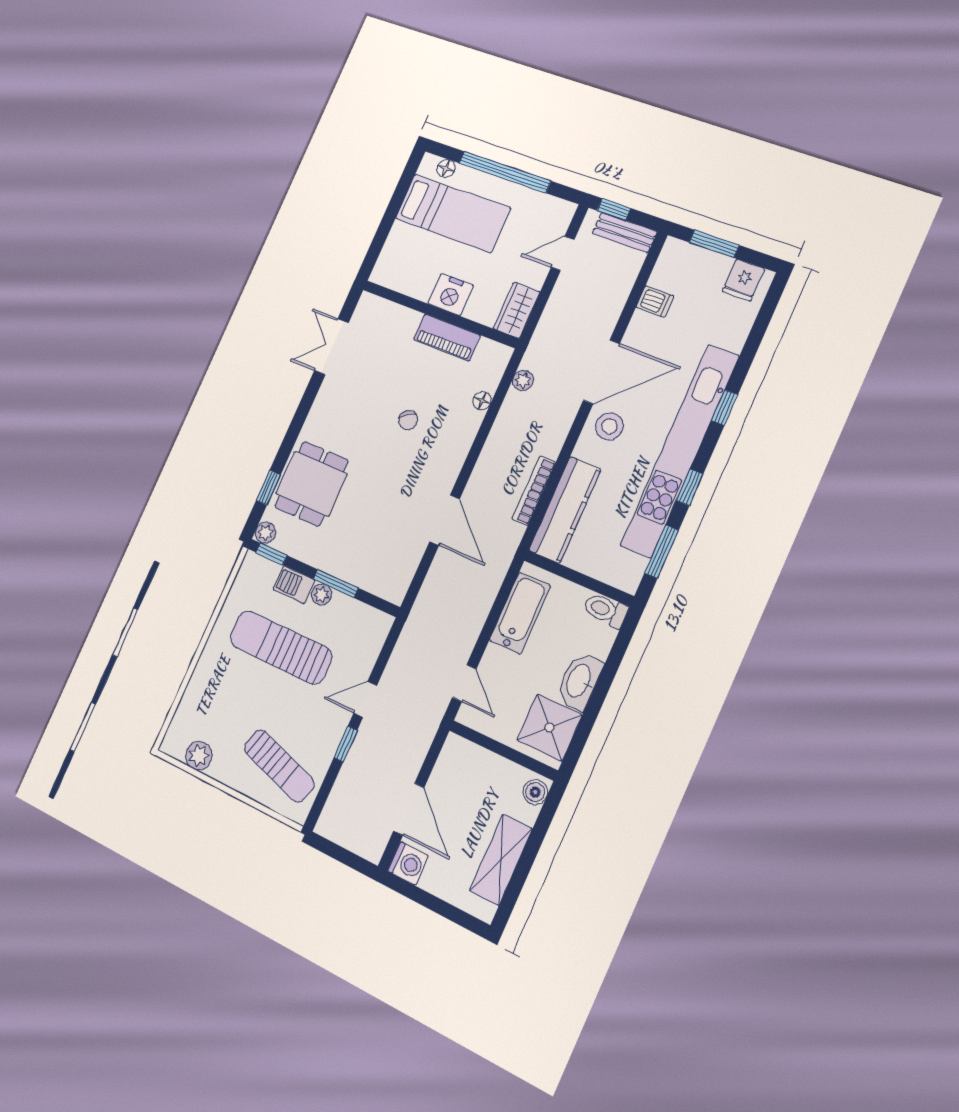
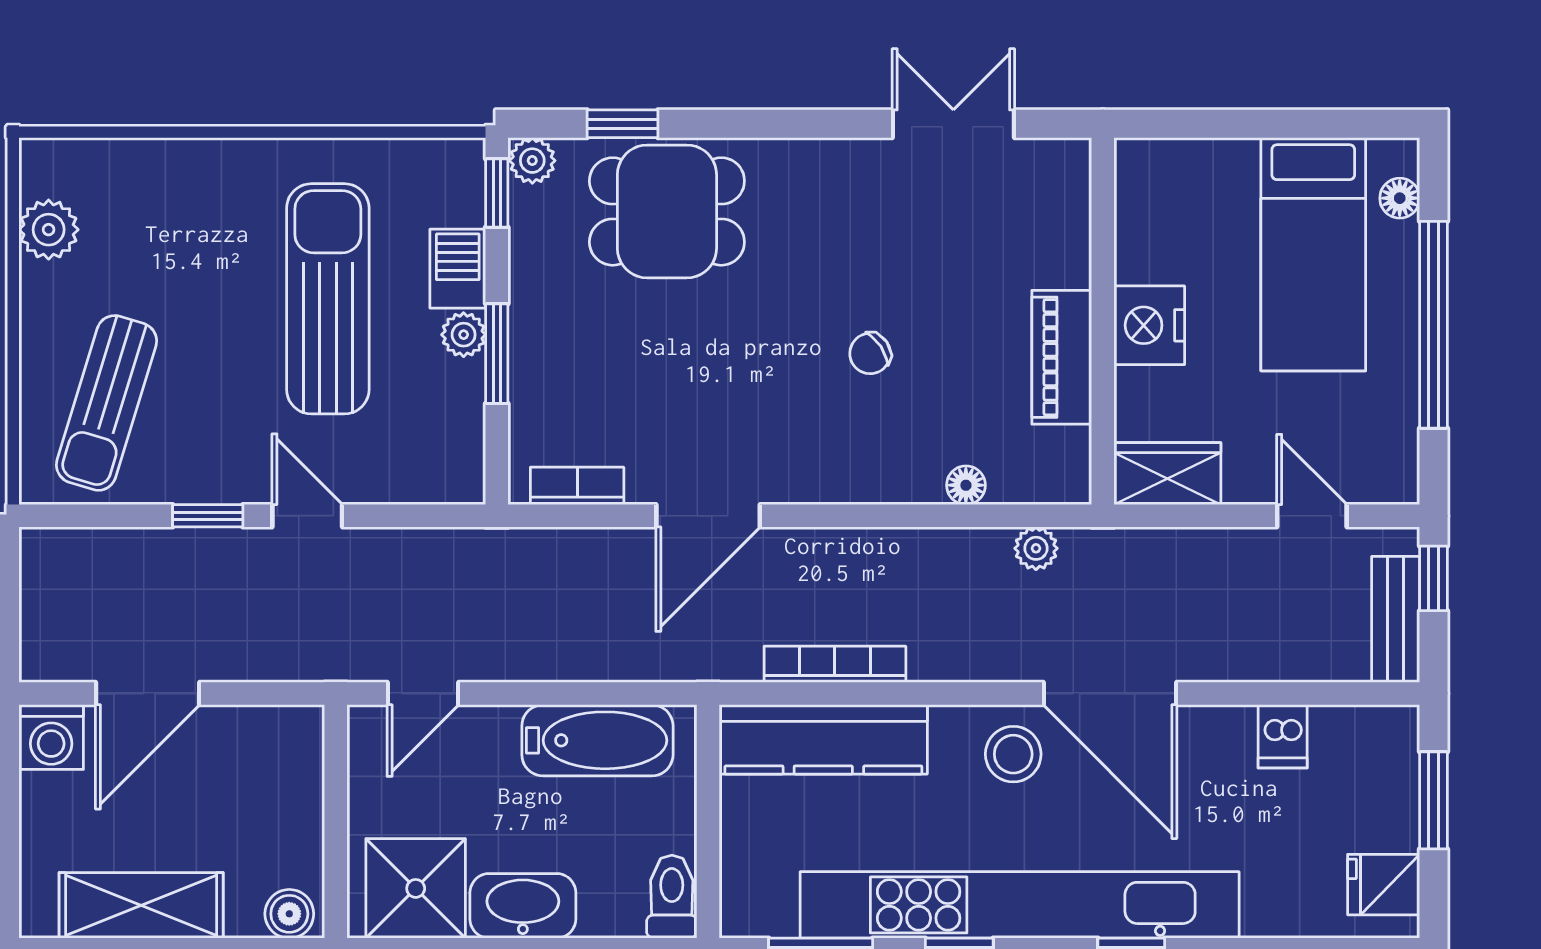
bookcase: (406, 573) -> (577, 486), added

